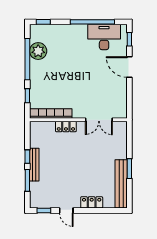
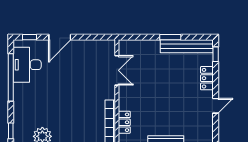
locker: (66, 126) -> (124, 122), moved
window: (44, 210) -> (216, 54), moved

